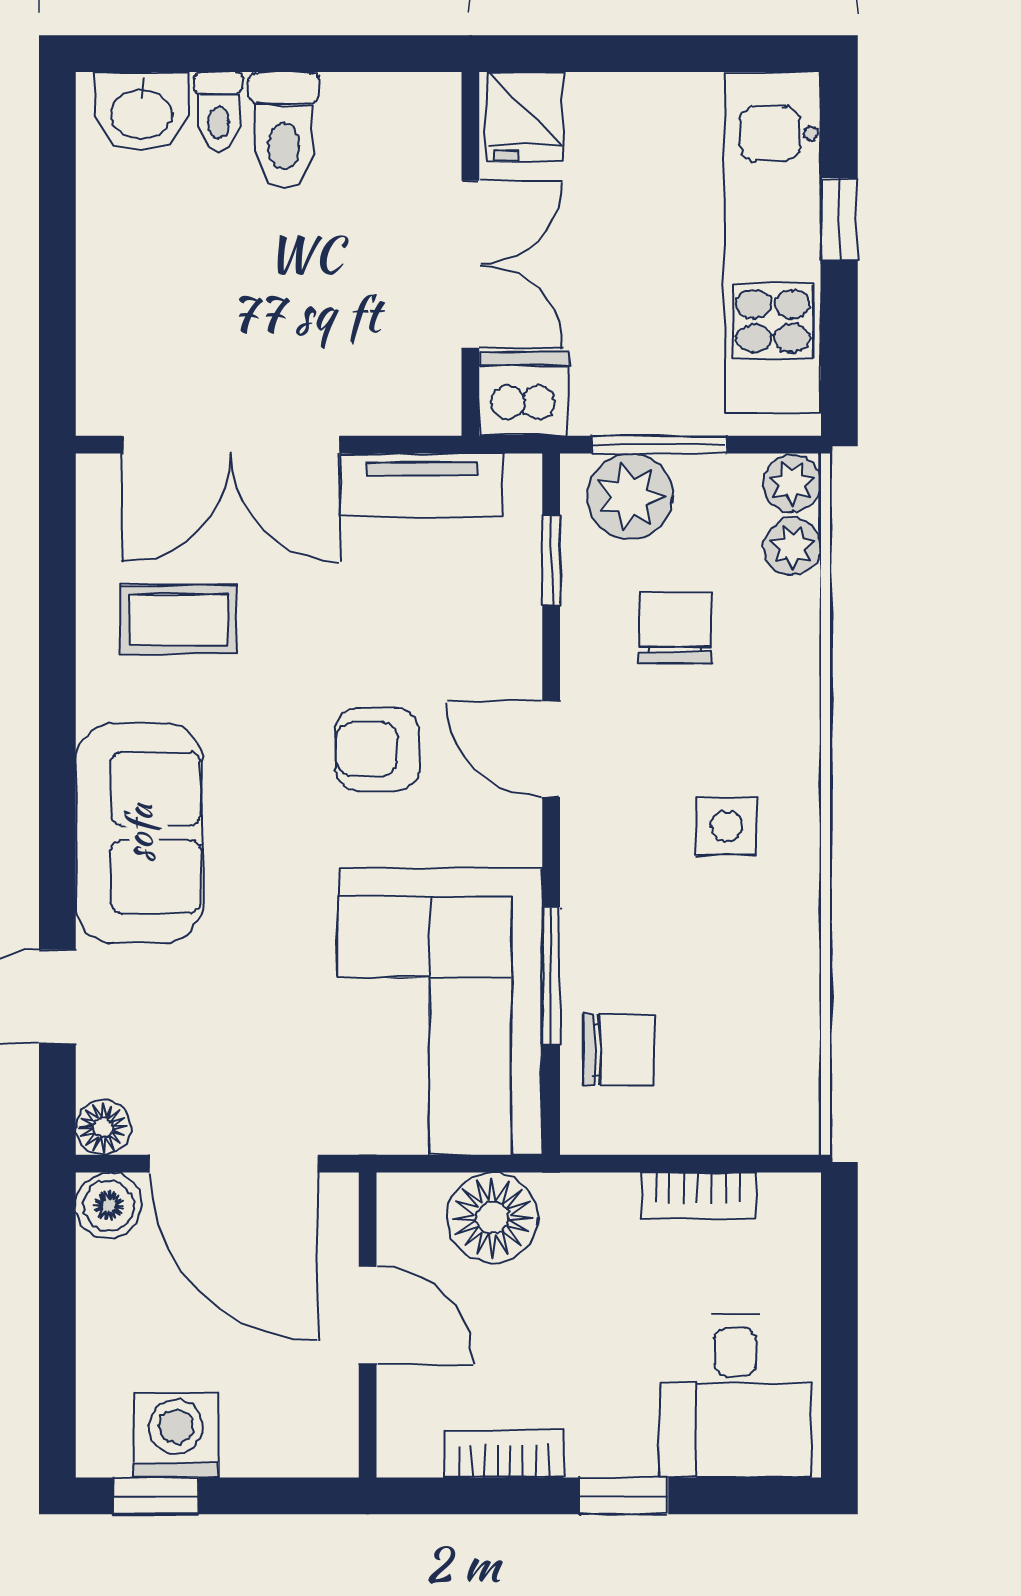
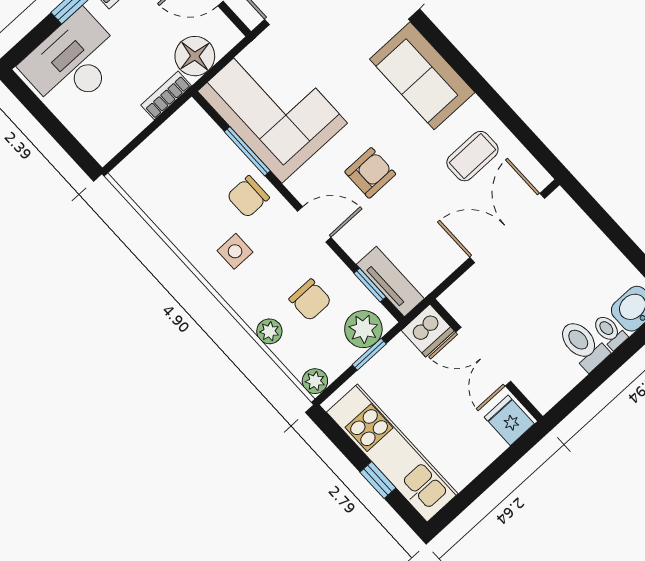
window: (659, 445) -> (369, 354), width x0.67
tv unit: (422, 485) -> (390, 282), moved, turned 90
plant: (792, 547) -> (269, 331), moved
chair: (619, 1050) -> (248, 197), moved
bookcase: (698, 1196) -> (166, 95), moved
desk: (735, 1396) -> (73, 62), width x1.37

